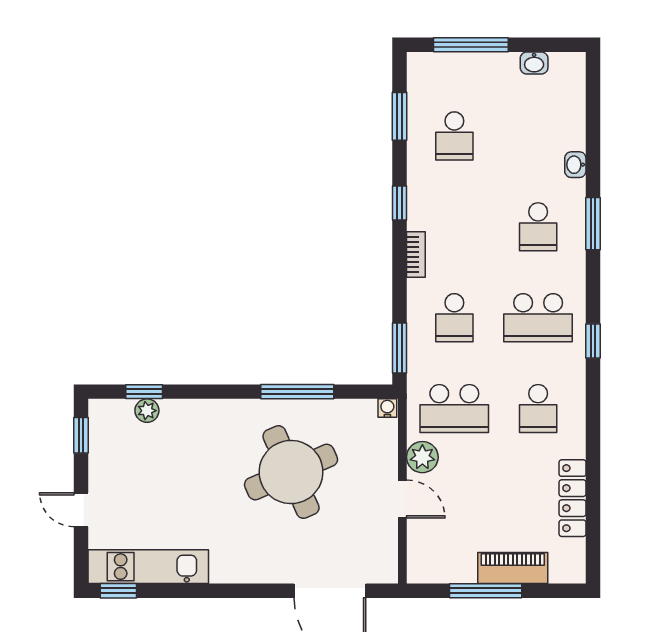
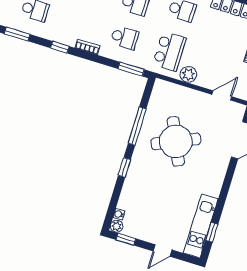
window: (144, 392) -> (124, 167), moved
water cooler: (387, 408) -> (119, 214), moved
plant: (147, 411) -> (117, 226), moved
door: (402, 499) -> (222, 95), moved
window: (118, 591) -> (212, 232), moved

